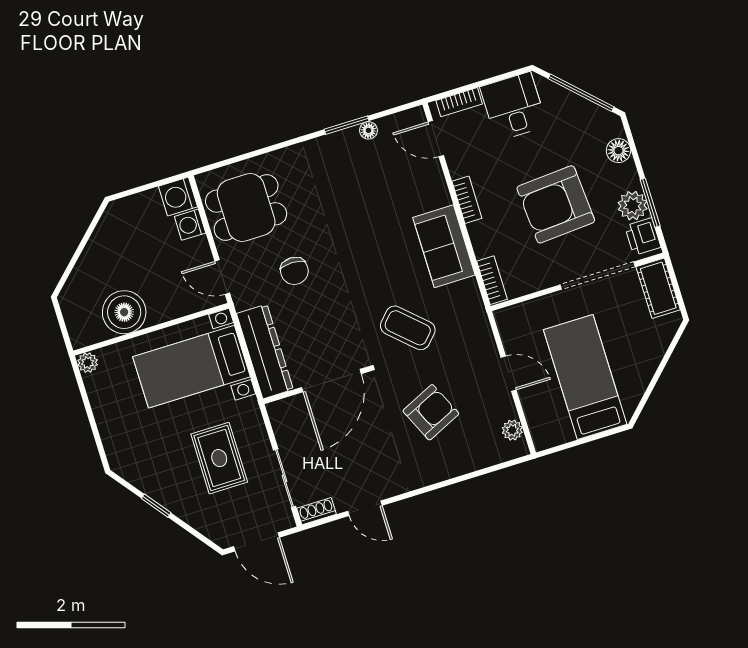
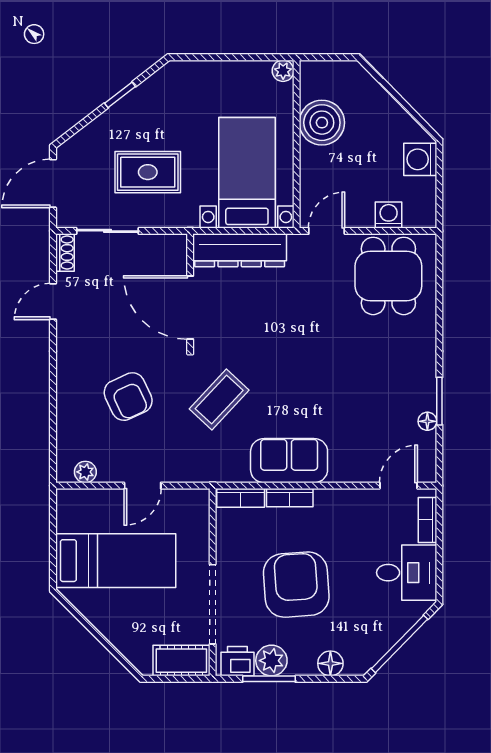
washing machine: (178, 197) -> (420, 159), moved, turned -90
bookcase: (467, 200) -> (290, 498), moved
chair: (294, 271) -> (311, 304), removed

